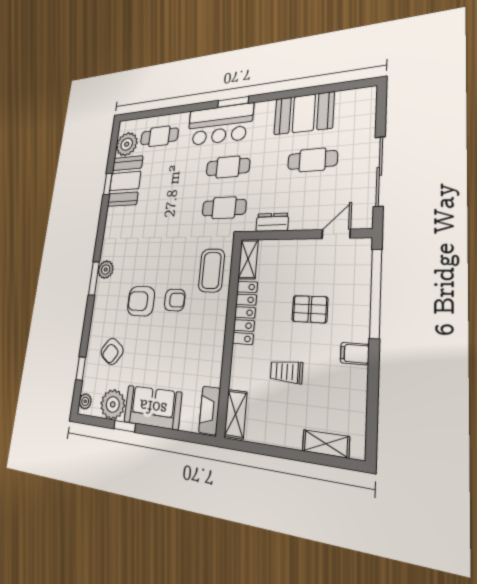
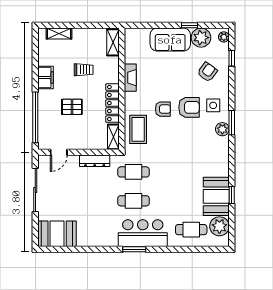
booth: (304, 113) -> (57, 234), moved
cafe table: (312, 160) -> (76, 201), removed
dresser: (272, 222) -> (95, 161), width x1.44
armchair: (175, 300) -> (163, 109), turned 180
side table: (112, 303) -> (213, 105), added
filing cabinet: (355, 354) -> (45, 77), width x2.00
fireplace: (210, 410) -> (130, 78), moved

